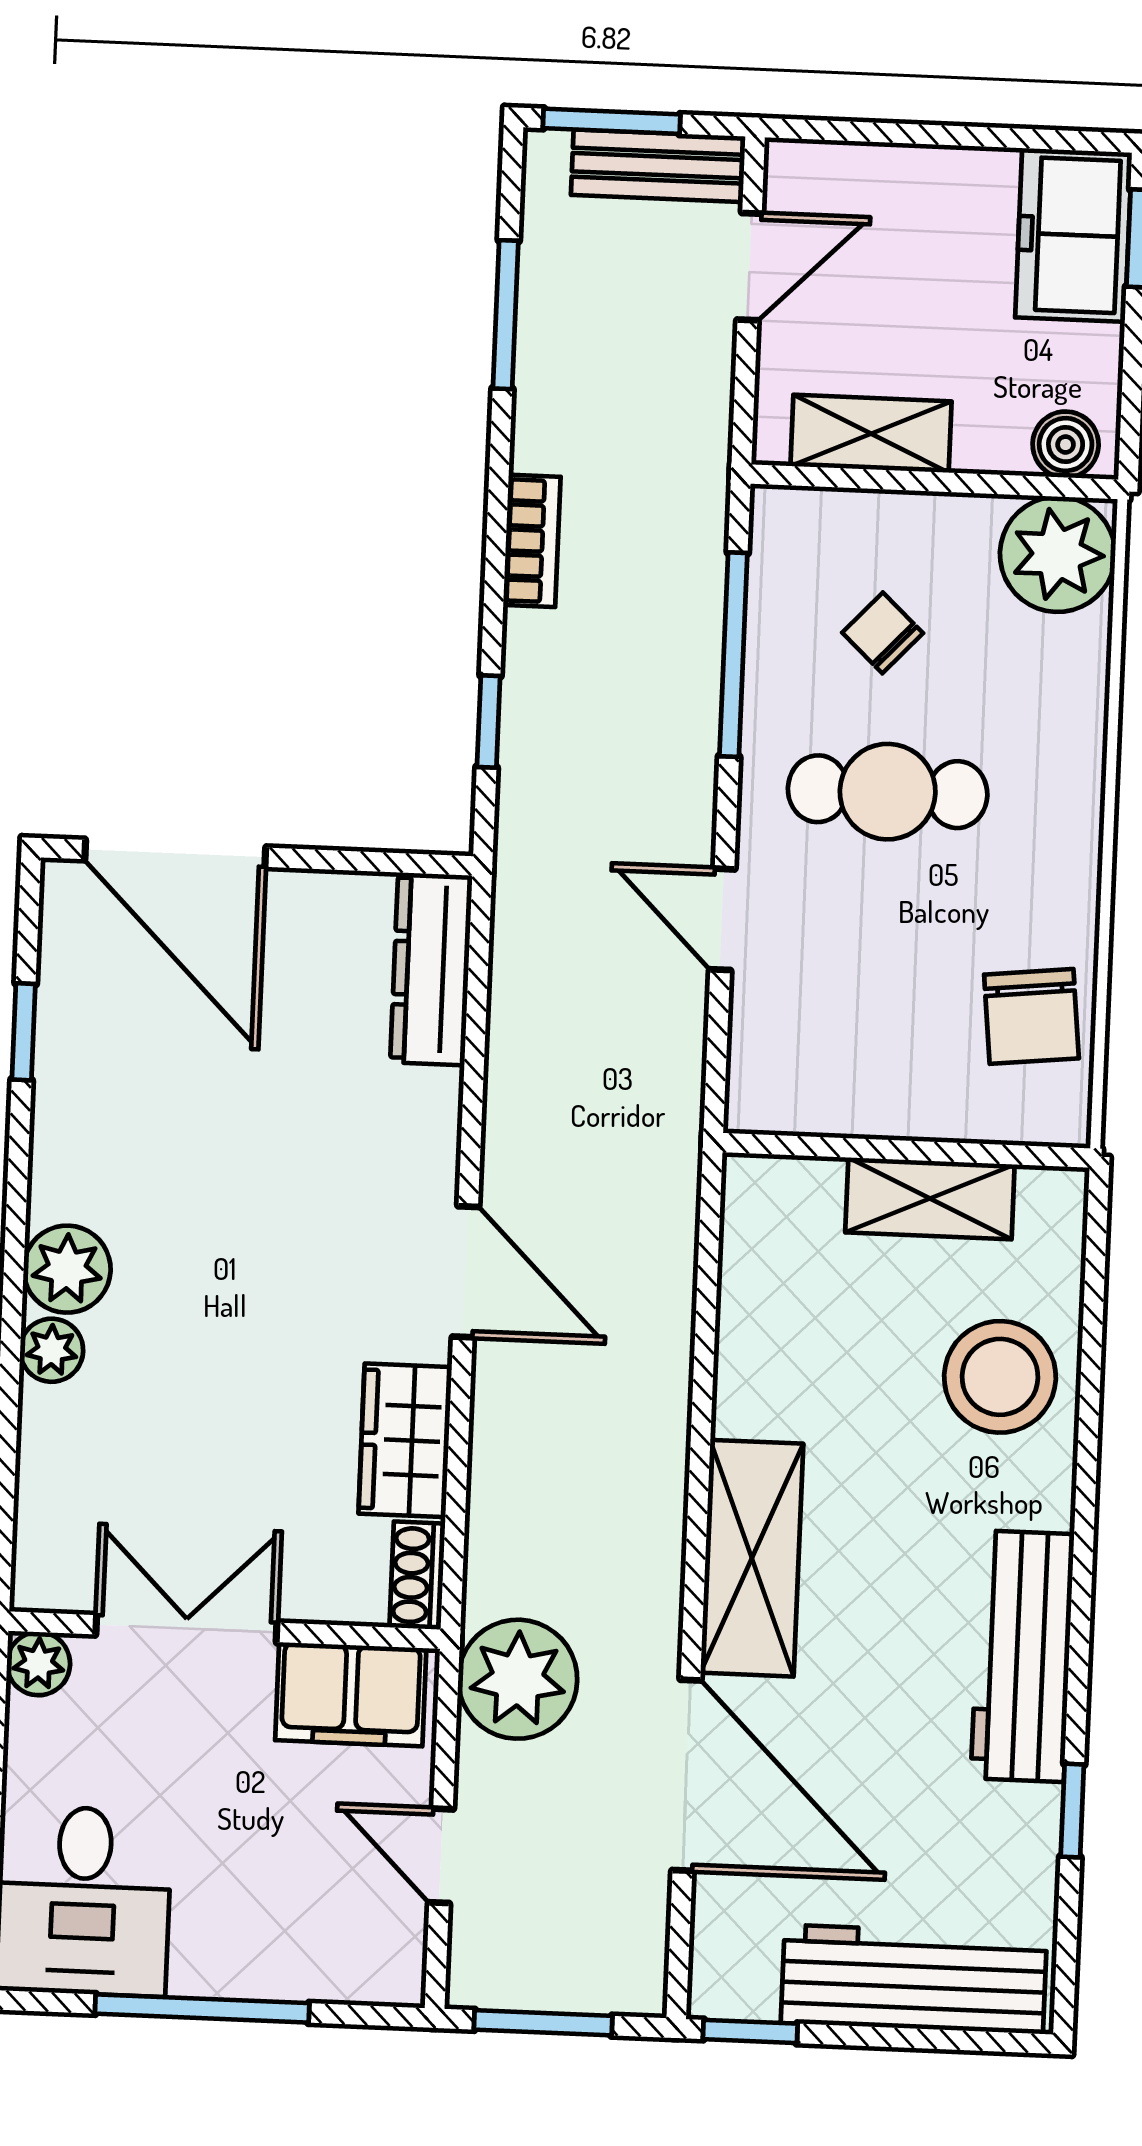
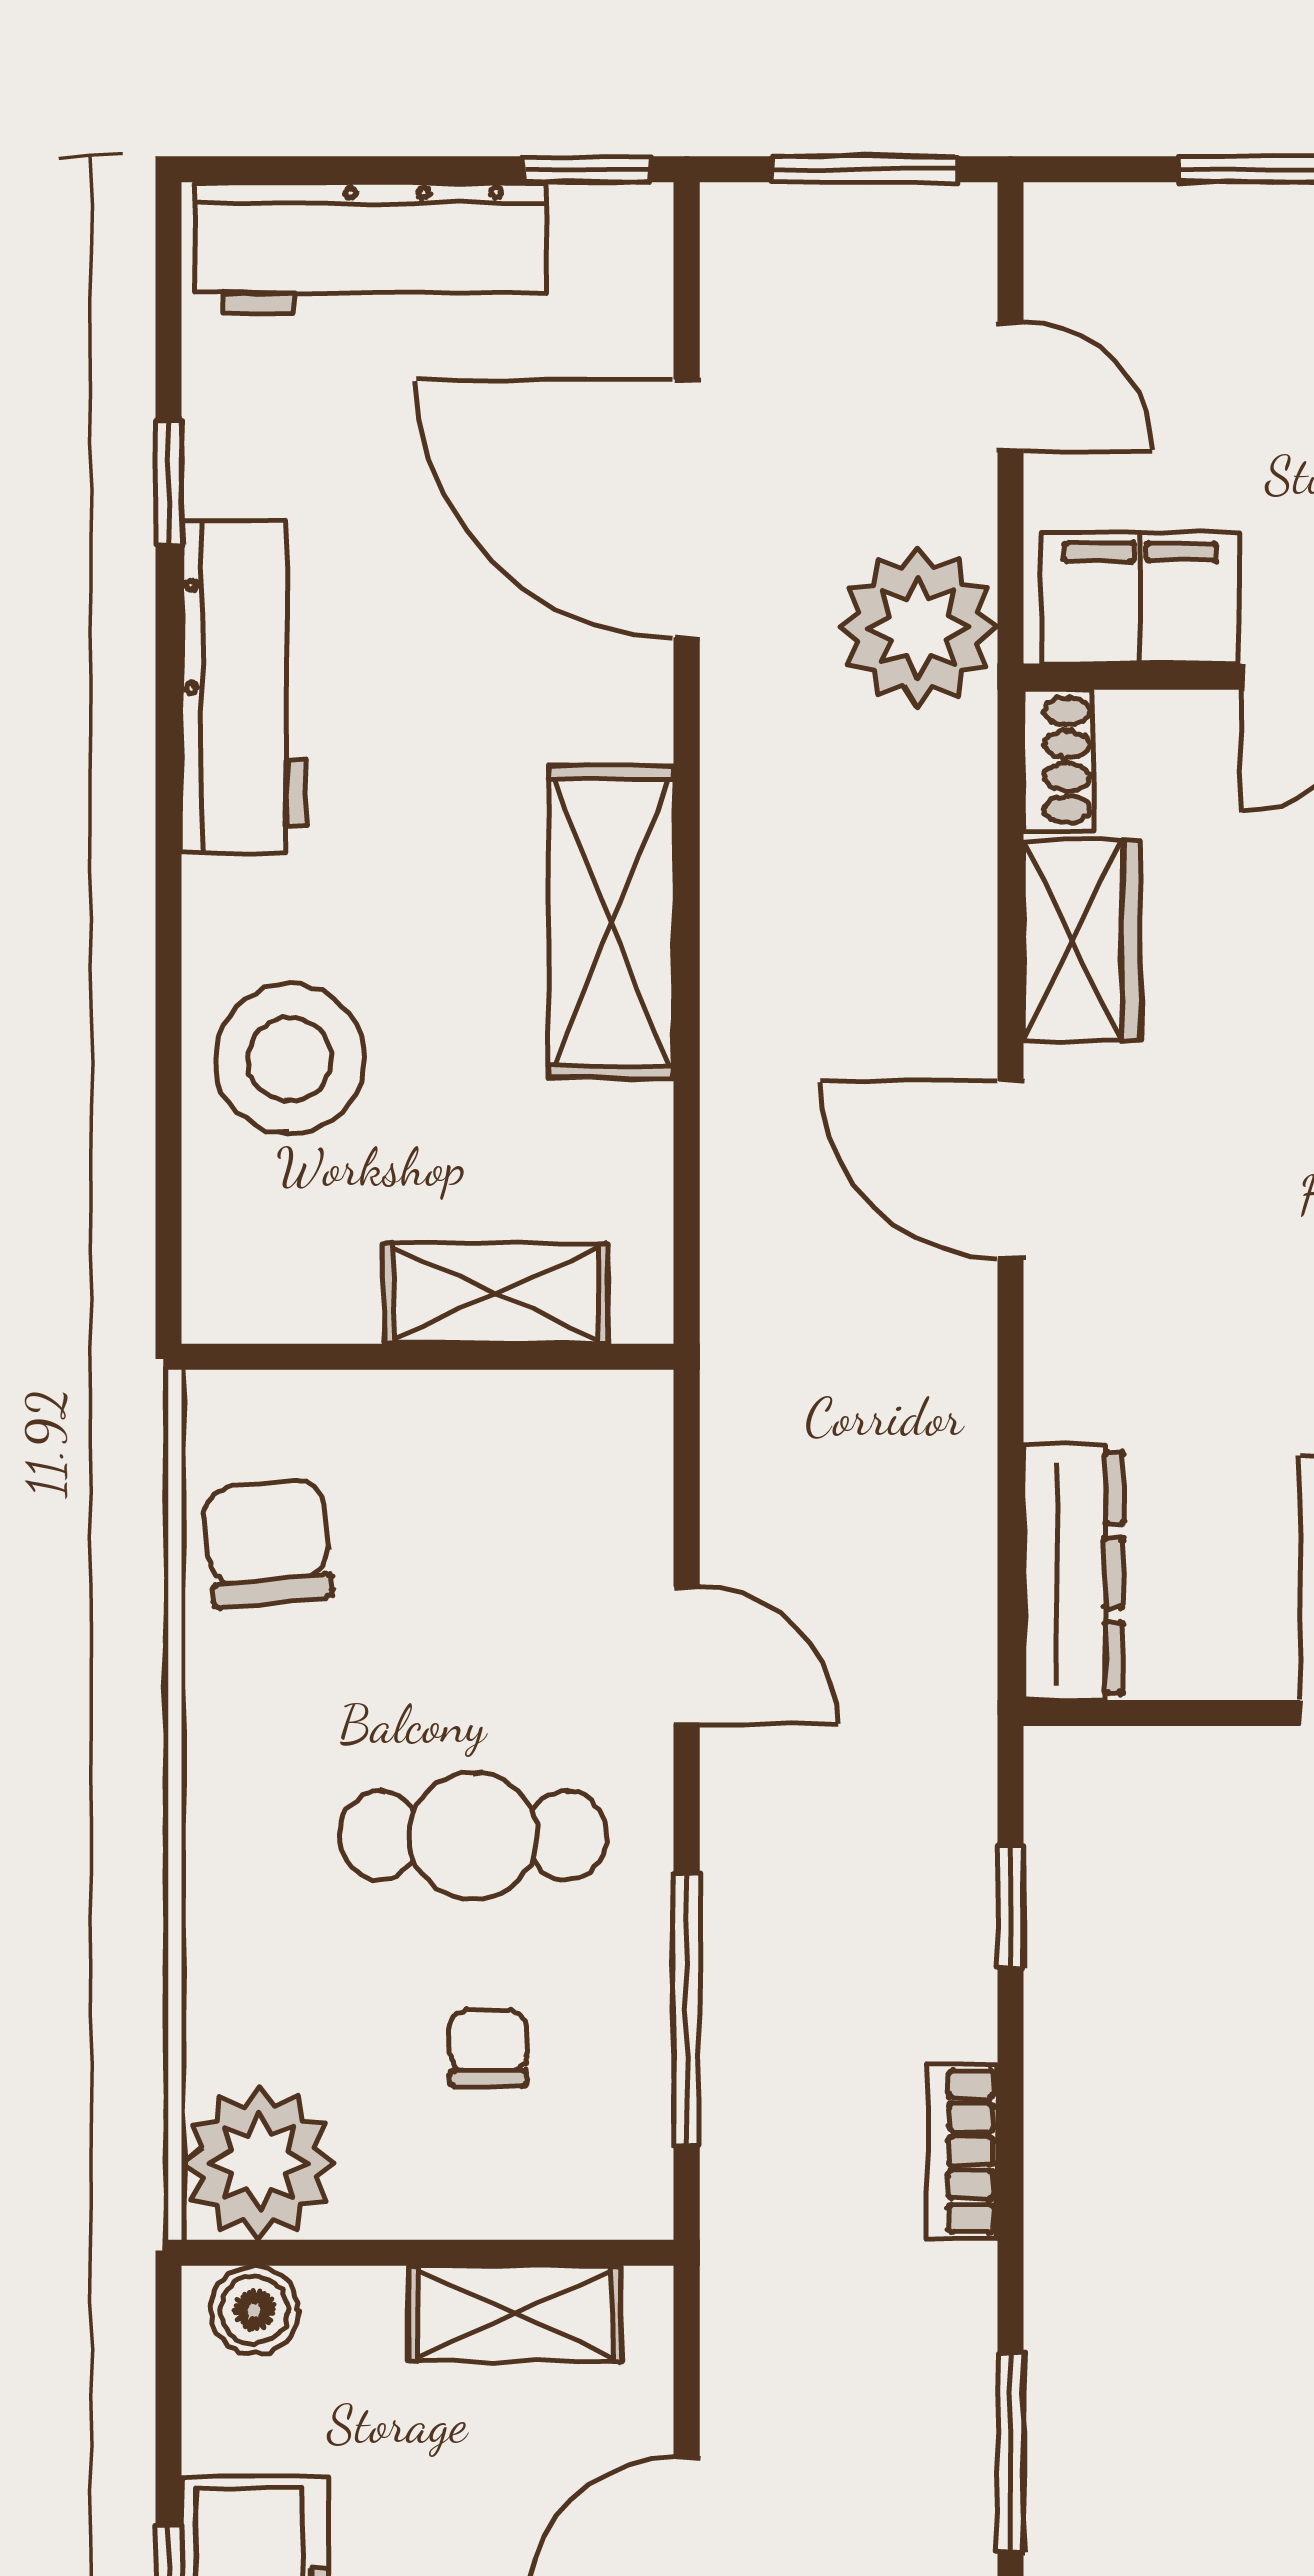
chair: (883, 633) -> (488, 2048), turned -133
shelving: (930, 1199) -> (496, 1294), moved
shelving: (752, 1558) -> (611, 922), moved

